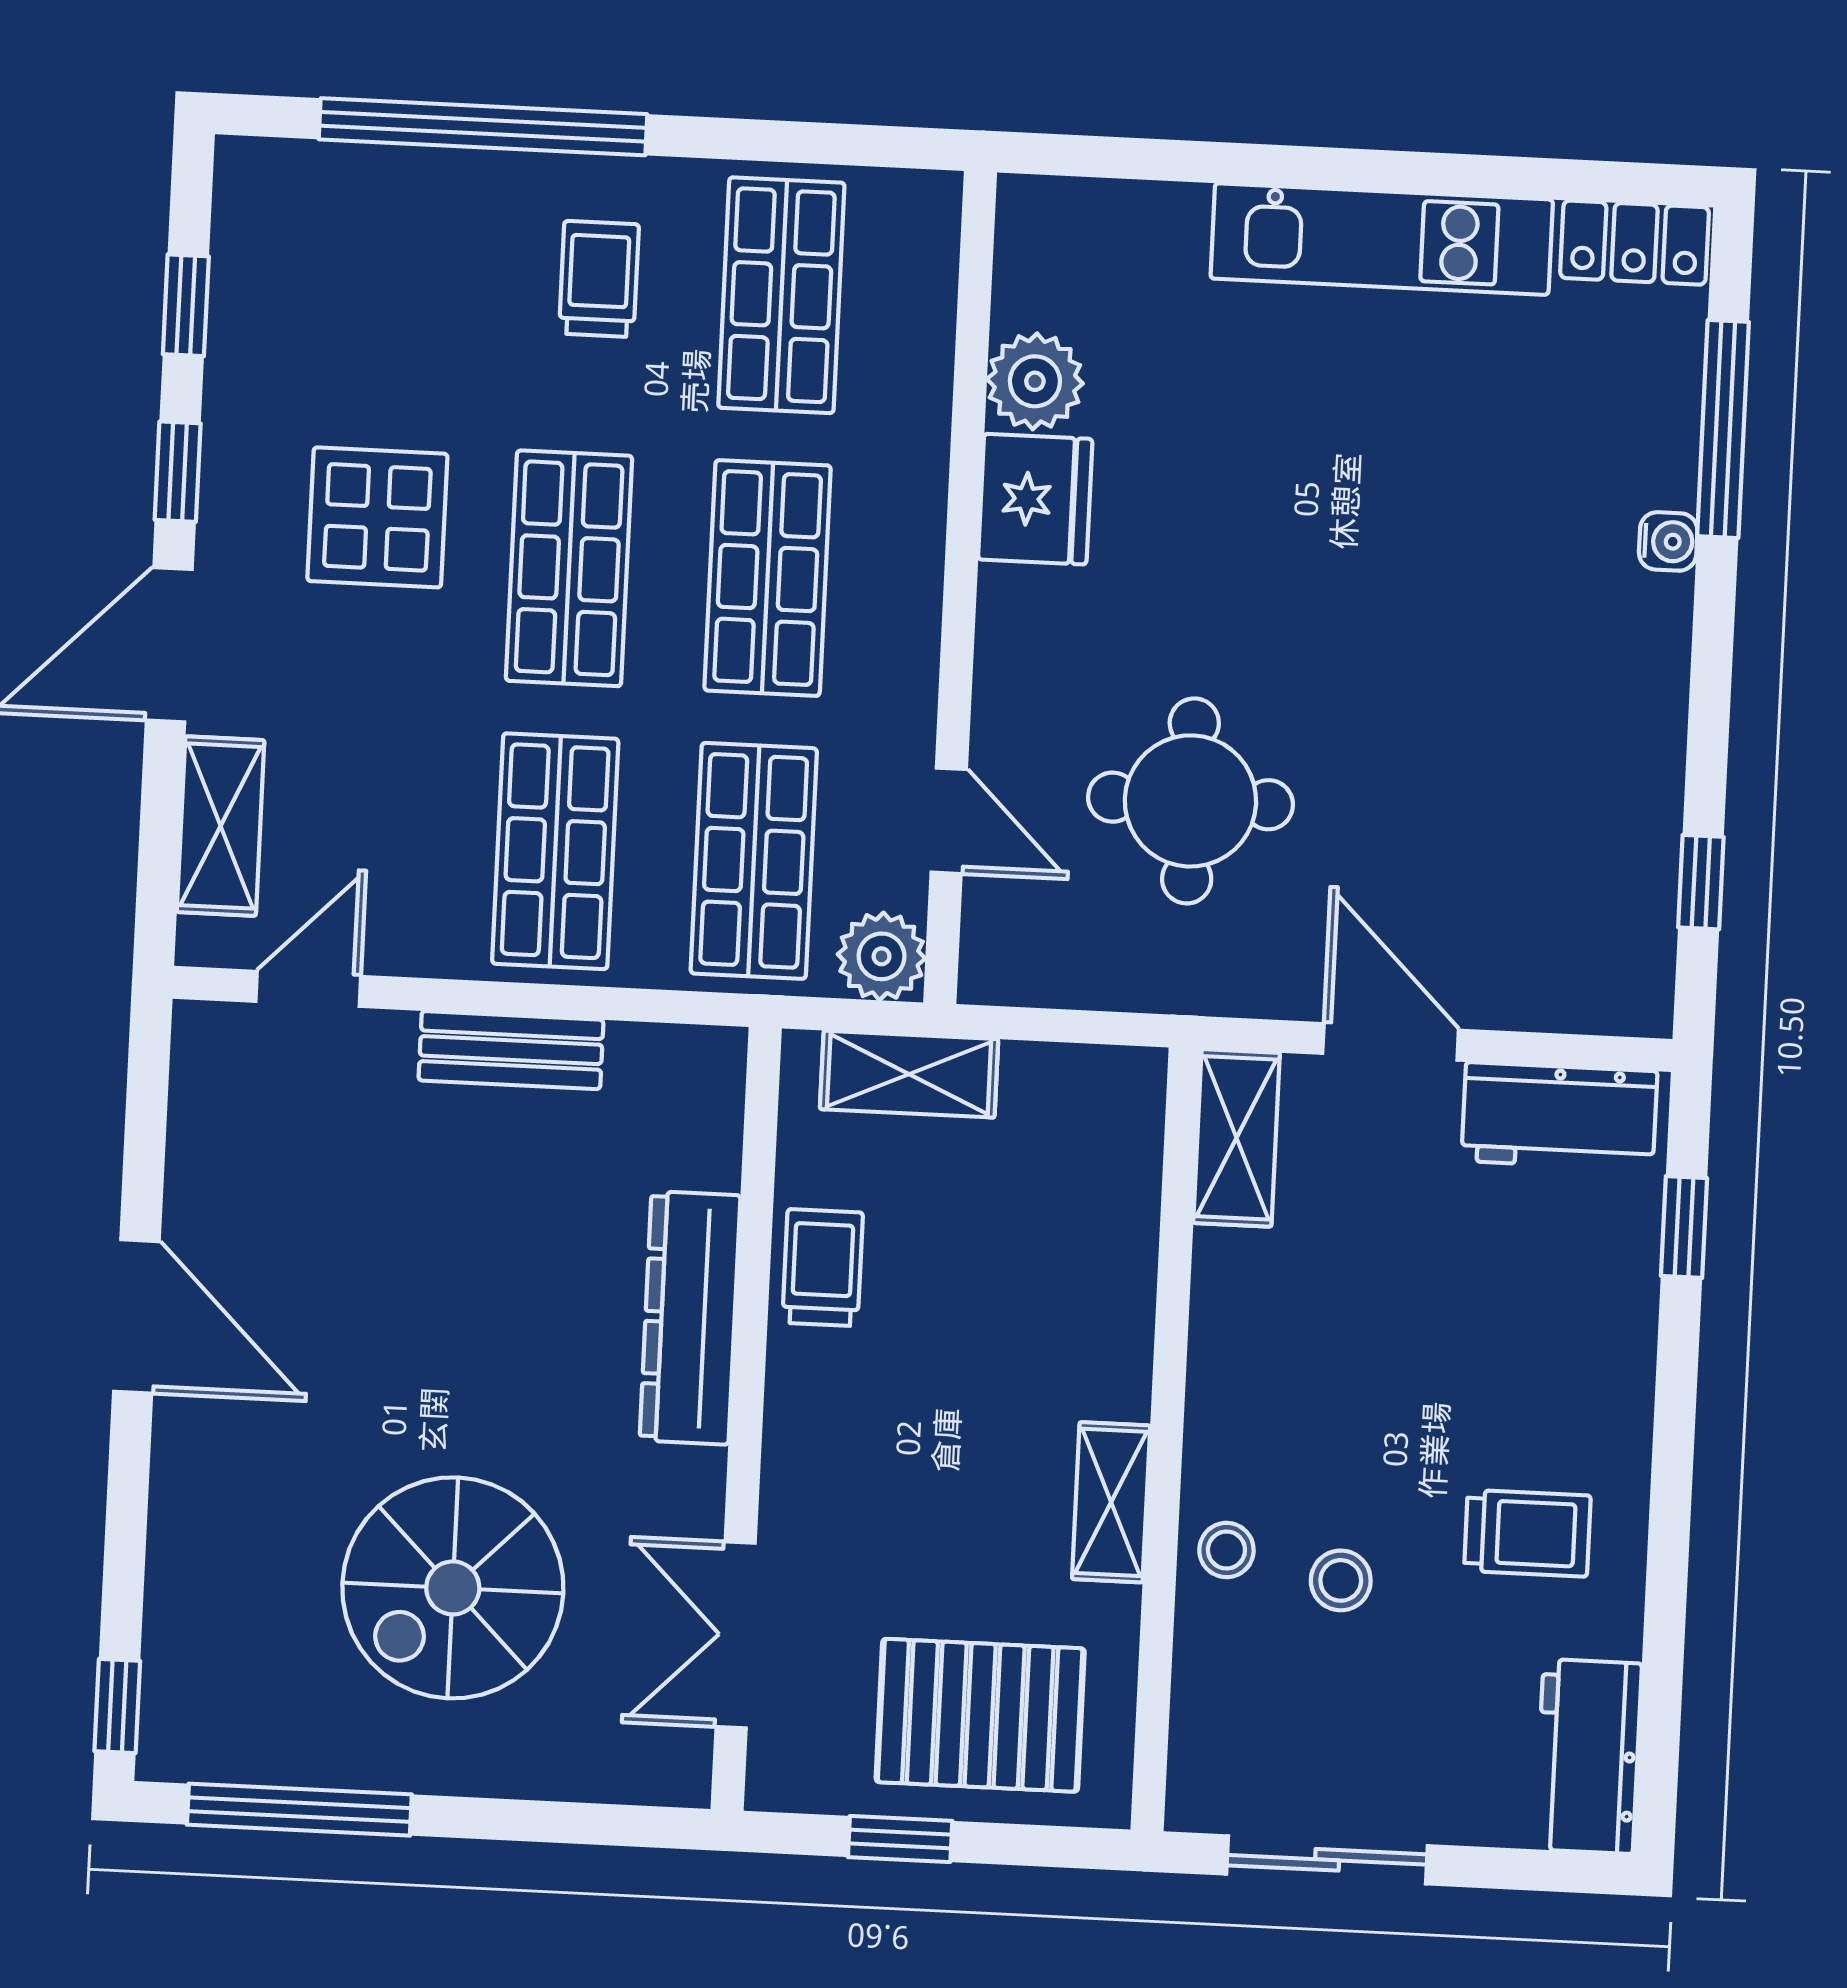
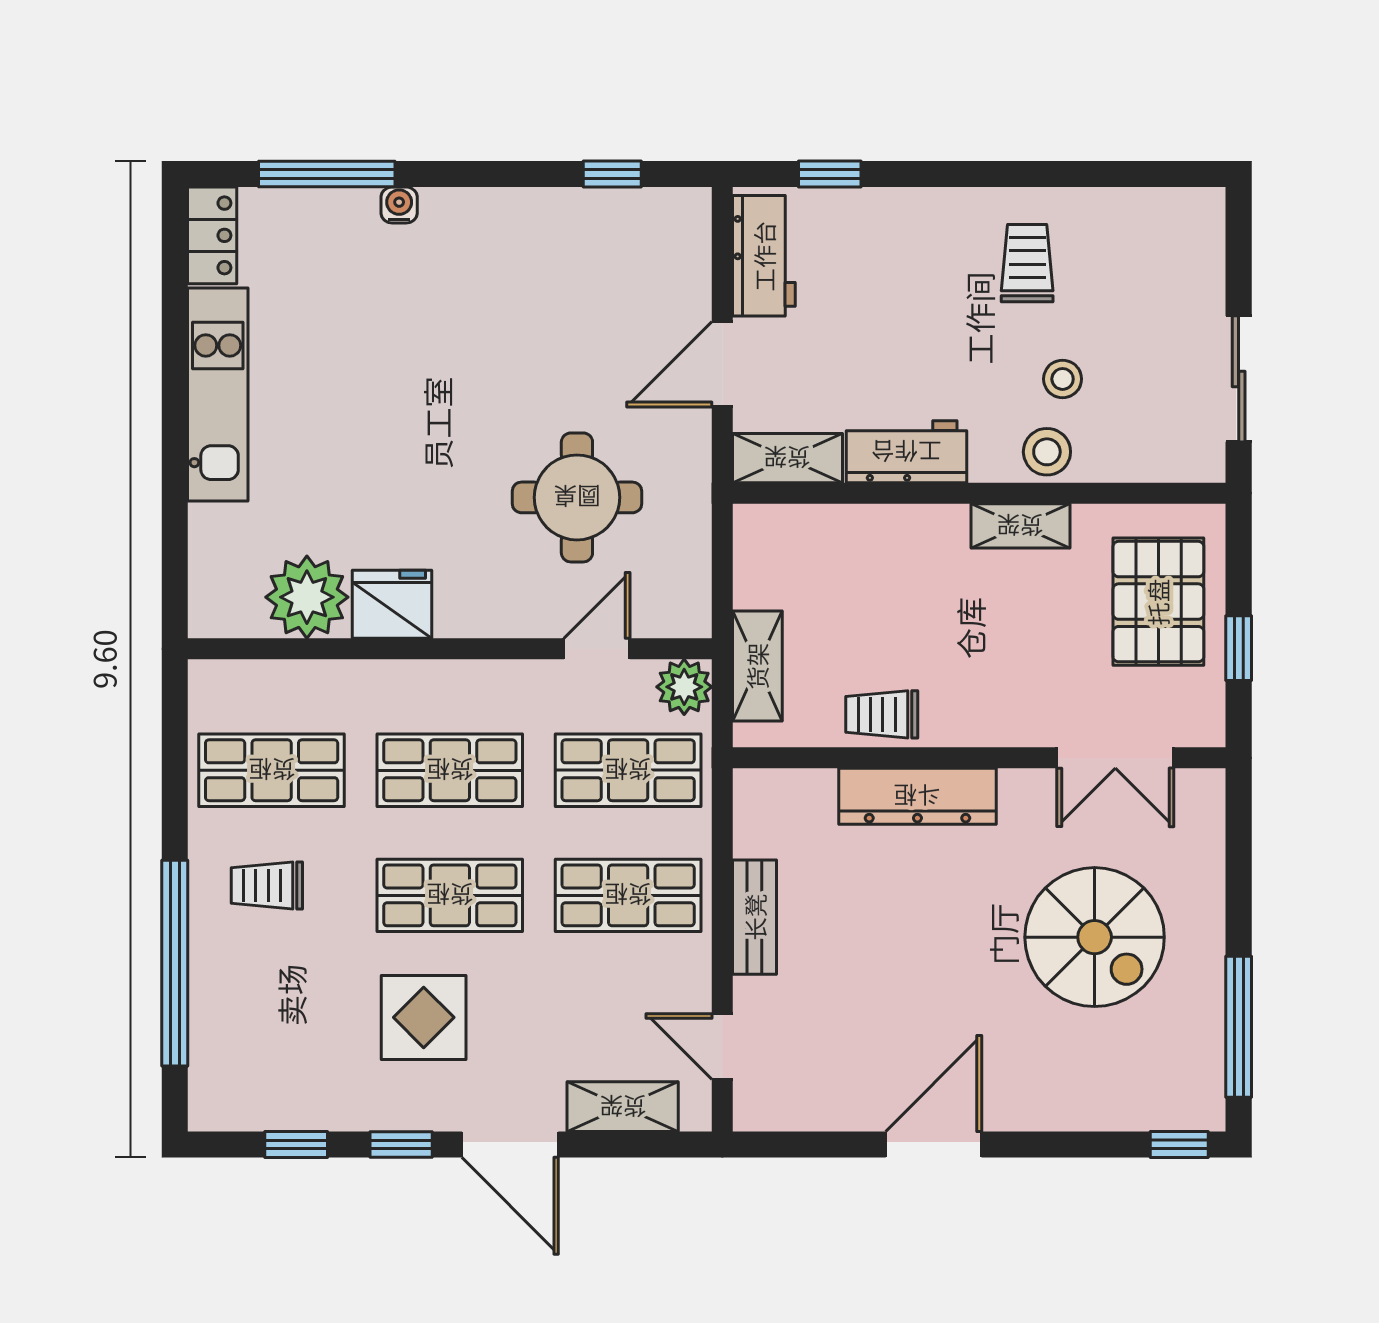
plant: (1035, 381) -> (307, 597), width x1.36, depth x1.36
stool: (1226, 1550) -> (1047, 452), width x1.37, depth x1.37
workbench: (1588, 1756) -> (906, 452), moved, turned 180

